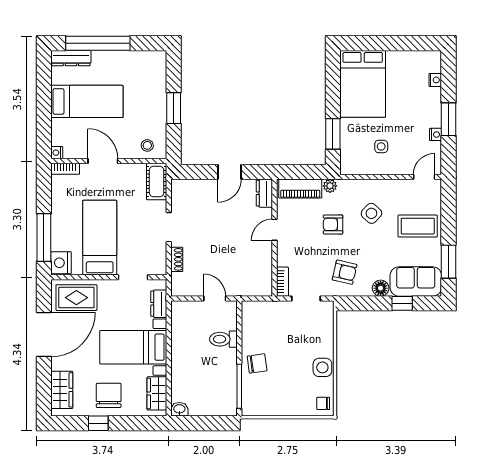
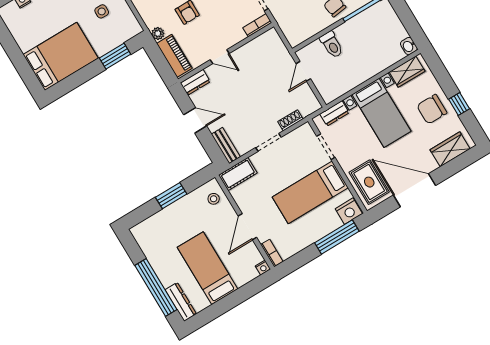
bench: (189, 186) -> (226, 145), added

